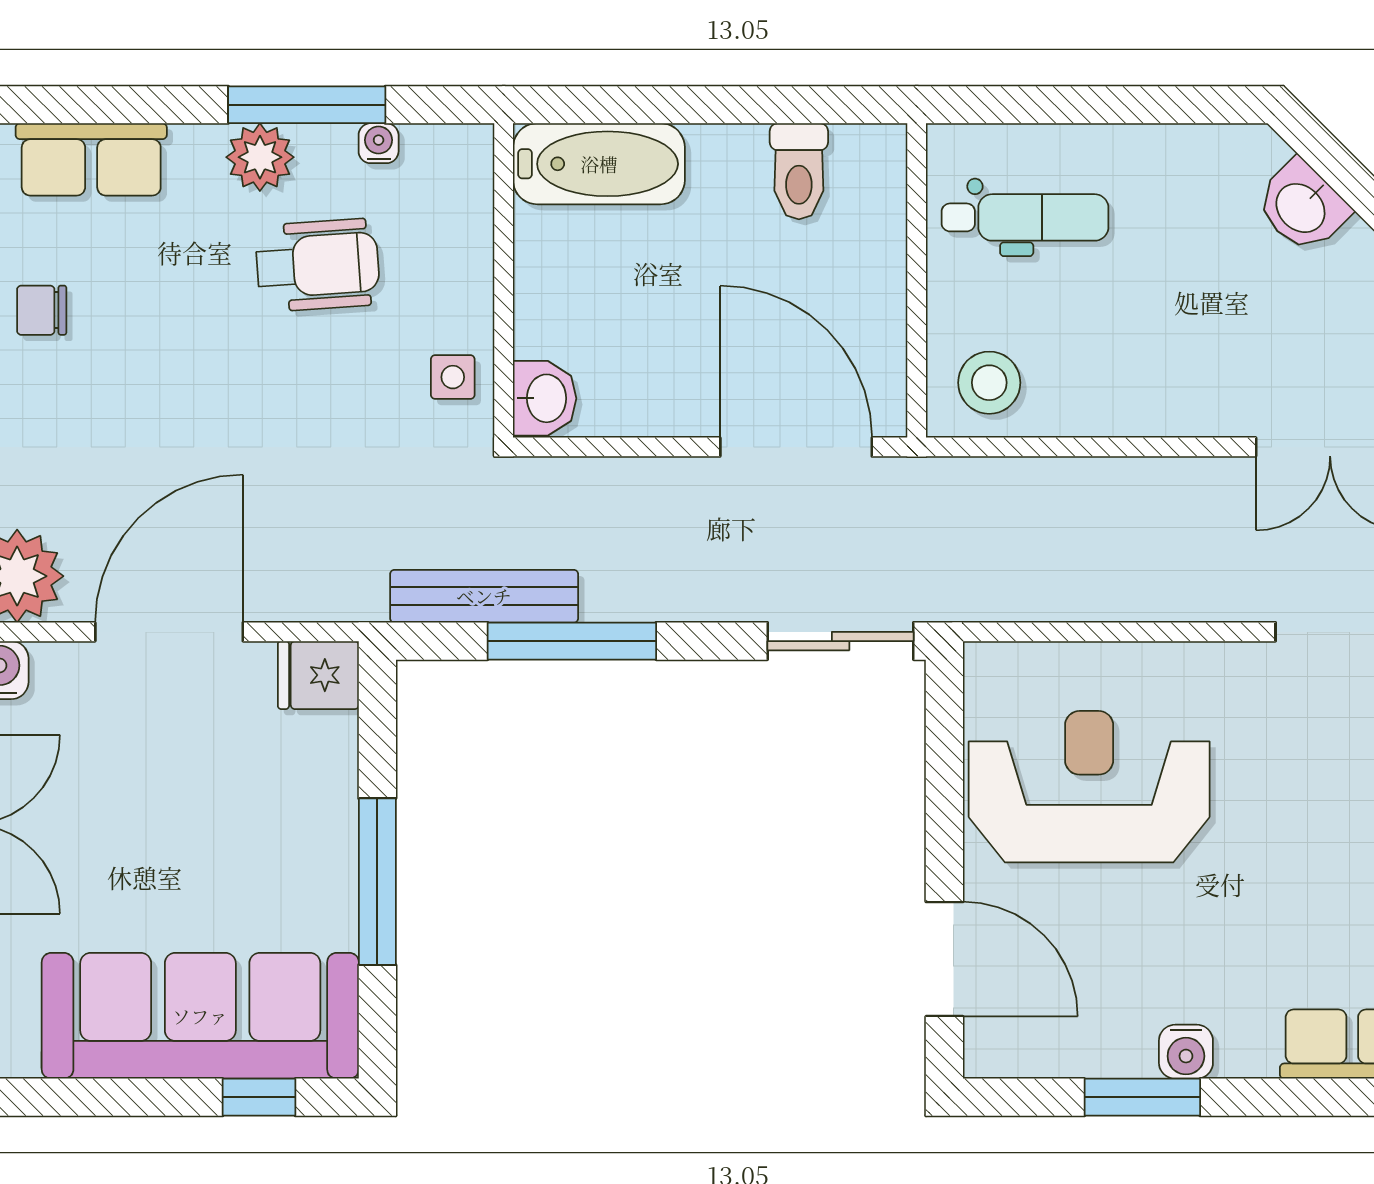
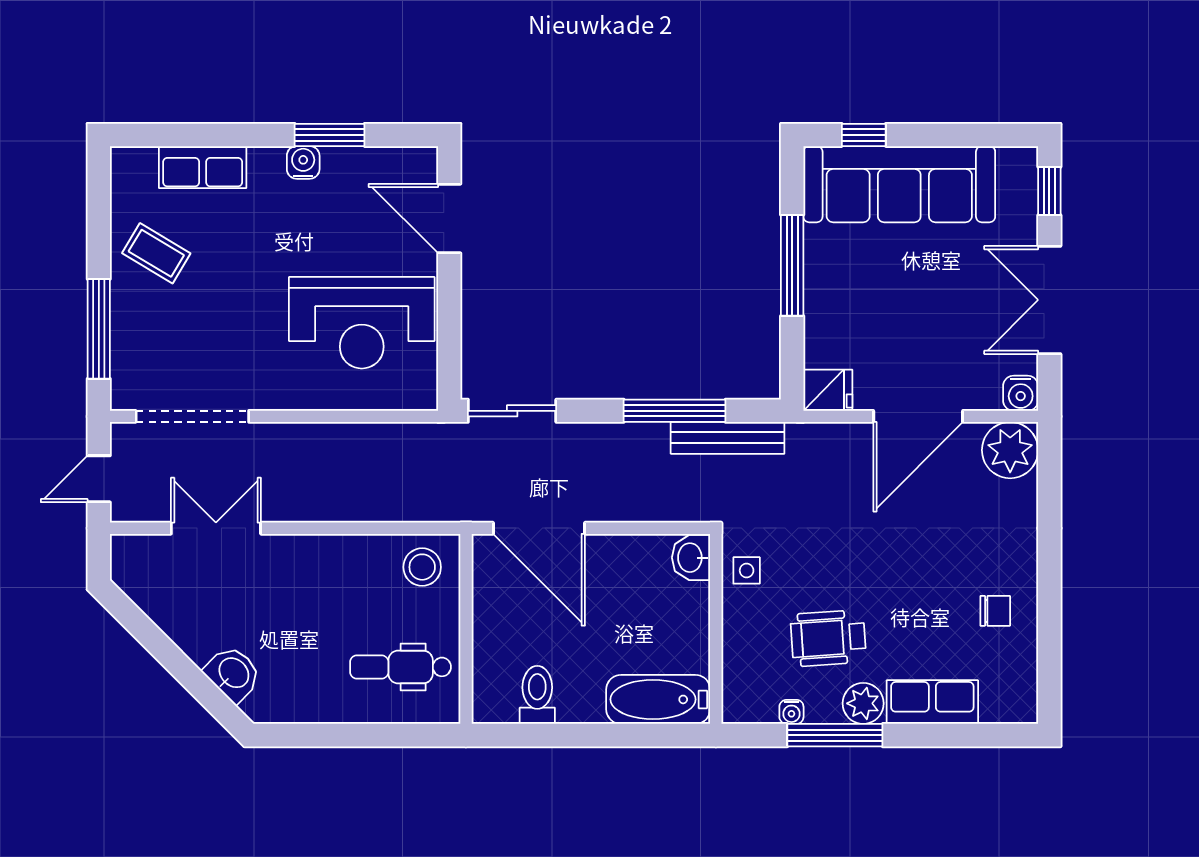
row of seats: (91, 159) -> (932, 702), moved

